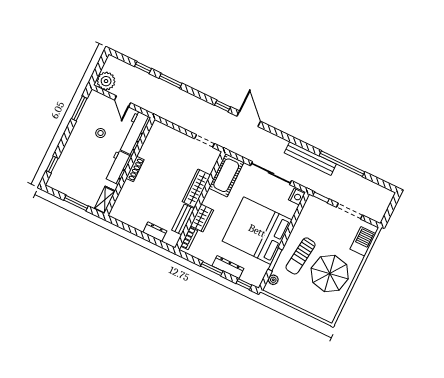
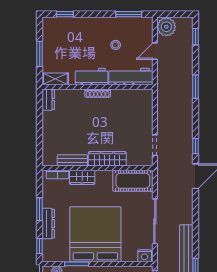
window: (143, 68) -> (195, 37), moved
dresser: (155, 232) -> (48, 100), moved

